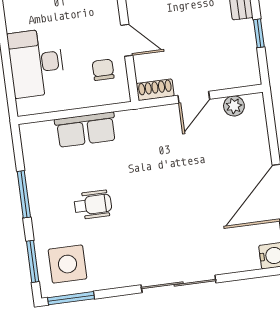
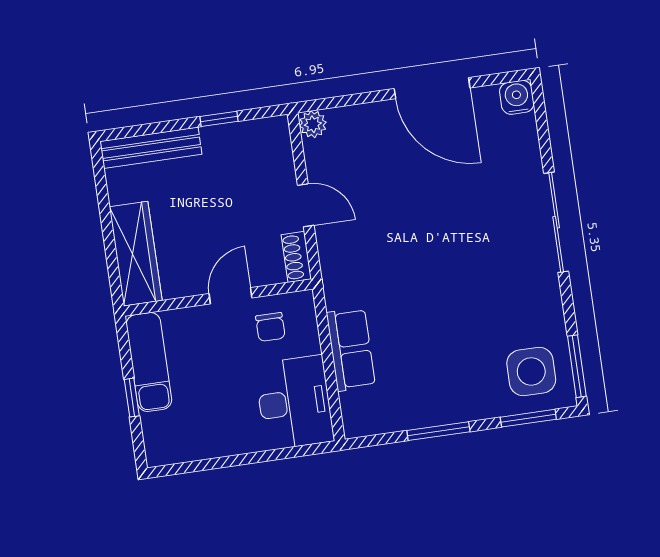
desk: (36, 63) -> (294, 403), moved, turned -90
chair: (103, 70) -> (270, 327), turned -90
plant: (234, 106) -> (313, 124), moved
wheelchair: (93, 205) -> (451, 338), removed

